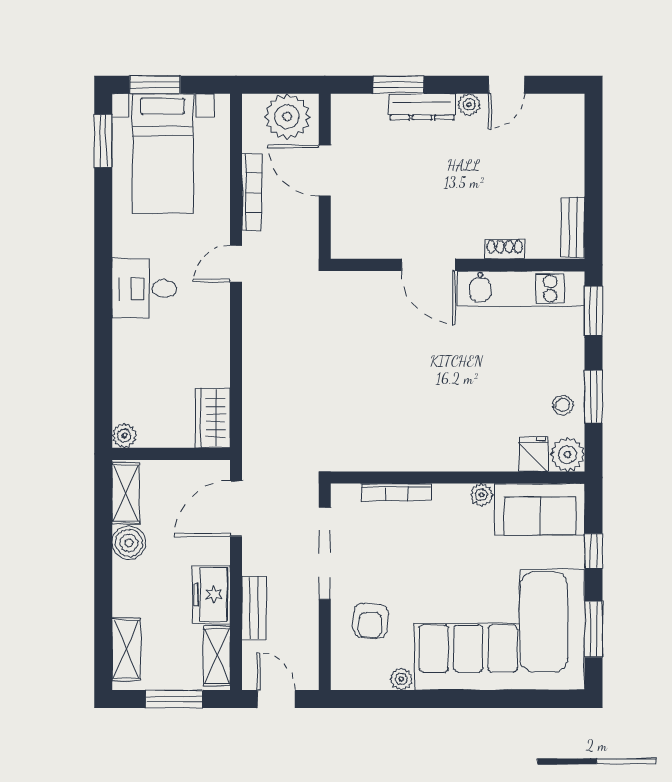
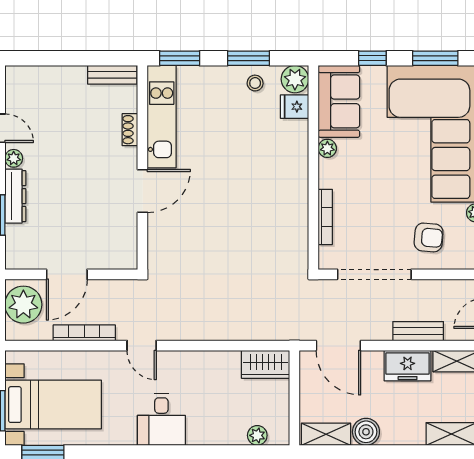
plant: (124, 436) -> (257, 435), moved

